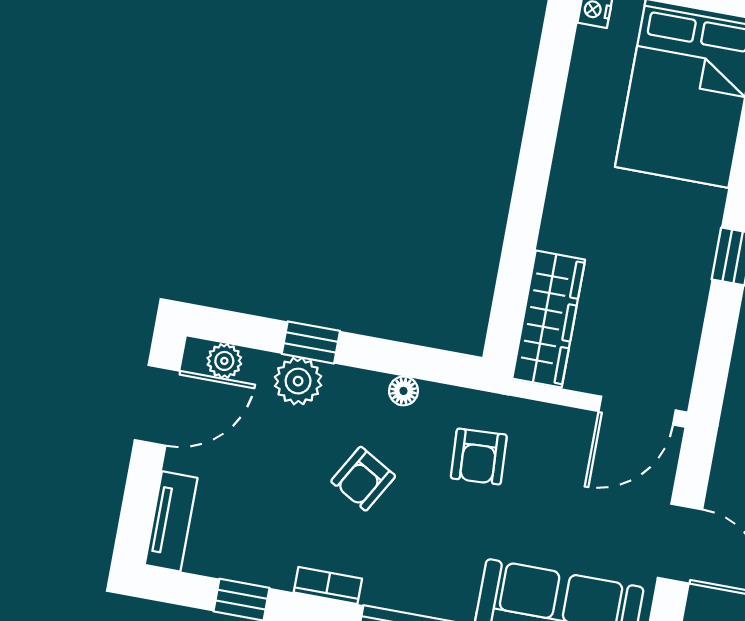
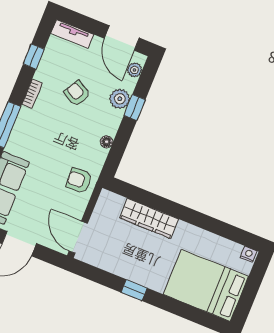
wardrobe: (549, 319) -> (149, 218), moved
armchair: (479, 457) -> (79, 180), moved
armchair: (363, 479) -> (77, 93), moved

